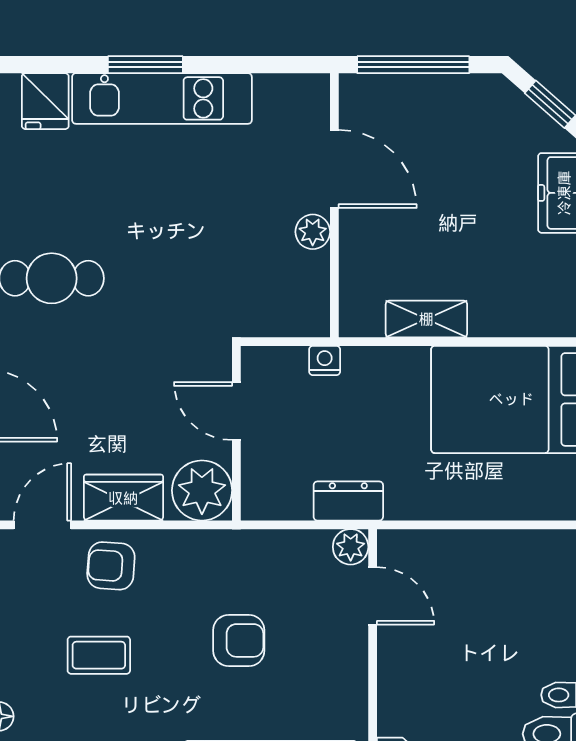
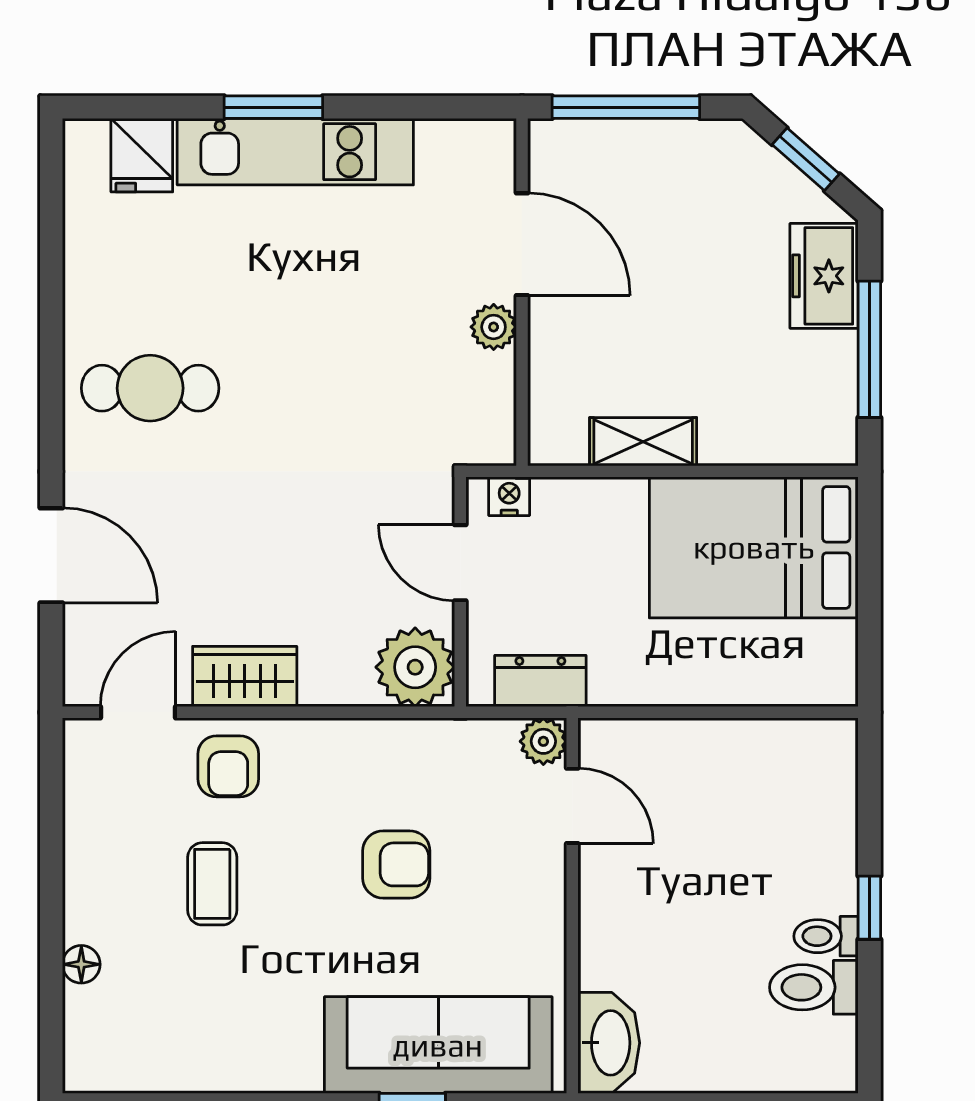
door: (236, 411) -> (460, 563), moved
wall: (236, 433) -> (460, 592), moved
plant: (202, 490) -> (415, 667), moved
armchair: (111, 566) -> (228, 766), turned -94
coffee table: (99, 655) -> (212, 884), turned 90

